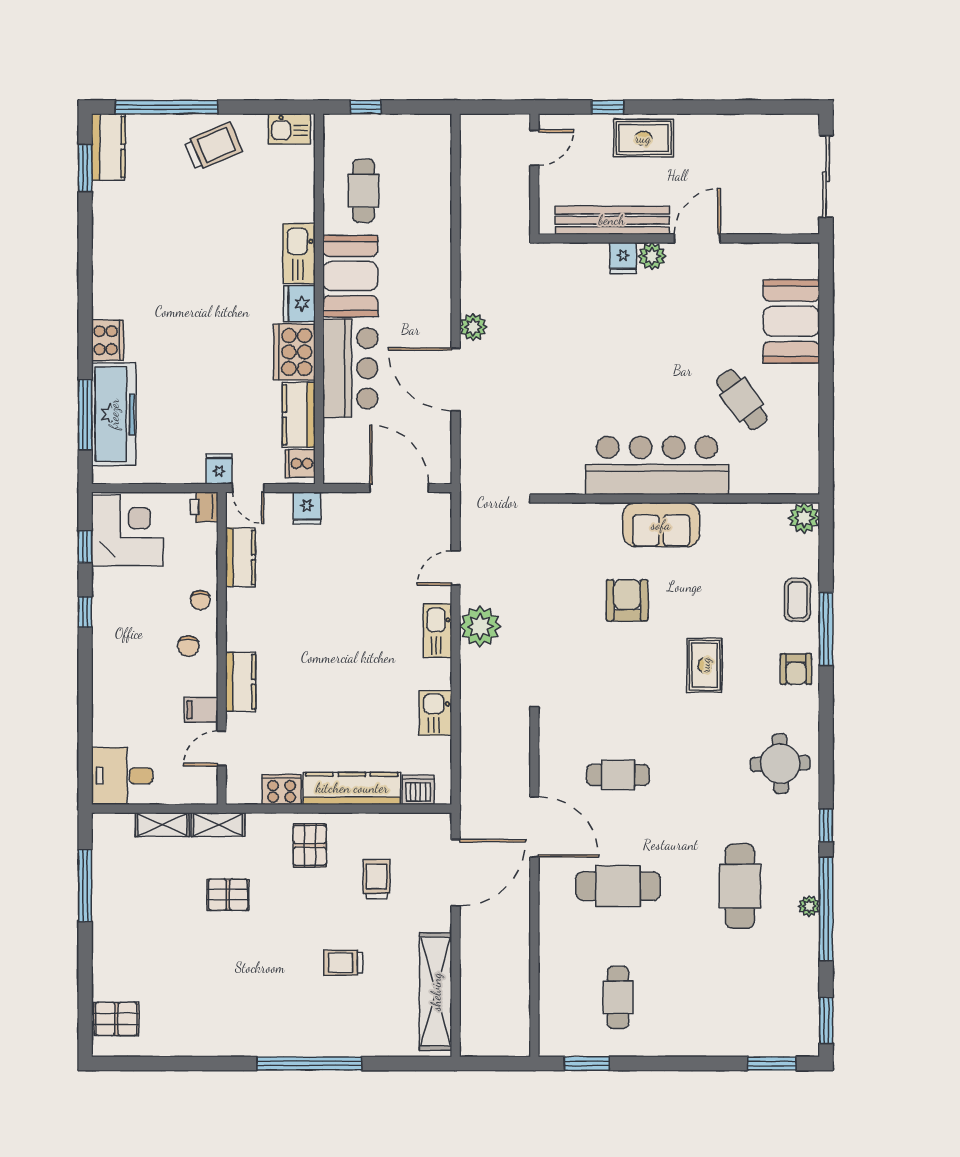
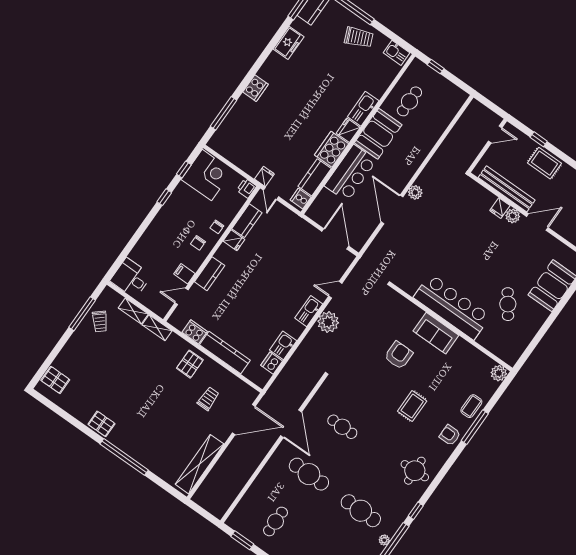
freezer: (114, 414) -> (289, 43), moved, width x0.52, depth x0.79
fridge: (307, 508) -> (234, 240), moved, turned -90
armchair: (796, 669) -> (450, 435), turned 90
dishwasher: (418, 790) -> (272, 363), moved, turned -90
cafe table: (740, 886) -> (361, 511), turned 90
pallet: (228, 895) -> (101, 424), moved
trolley: (343, 963) -> (100, 321), moved, turned -131

